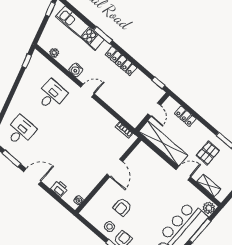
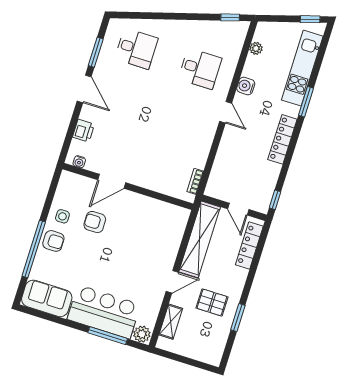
door: (154, 110) -> (238, 209), hinge flipped
locker: (185, 116) -> (249, 245), width x1.53
door: (115, 168) -> (112, 181), moved
door: (183, 173) -> (172, 282), hinge flipped

